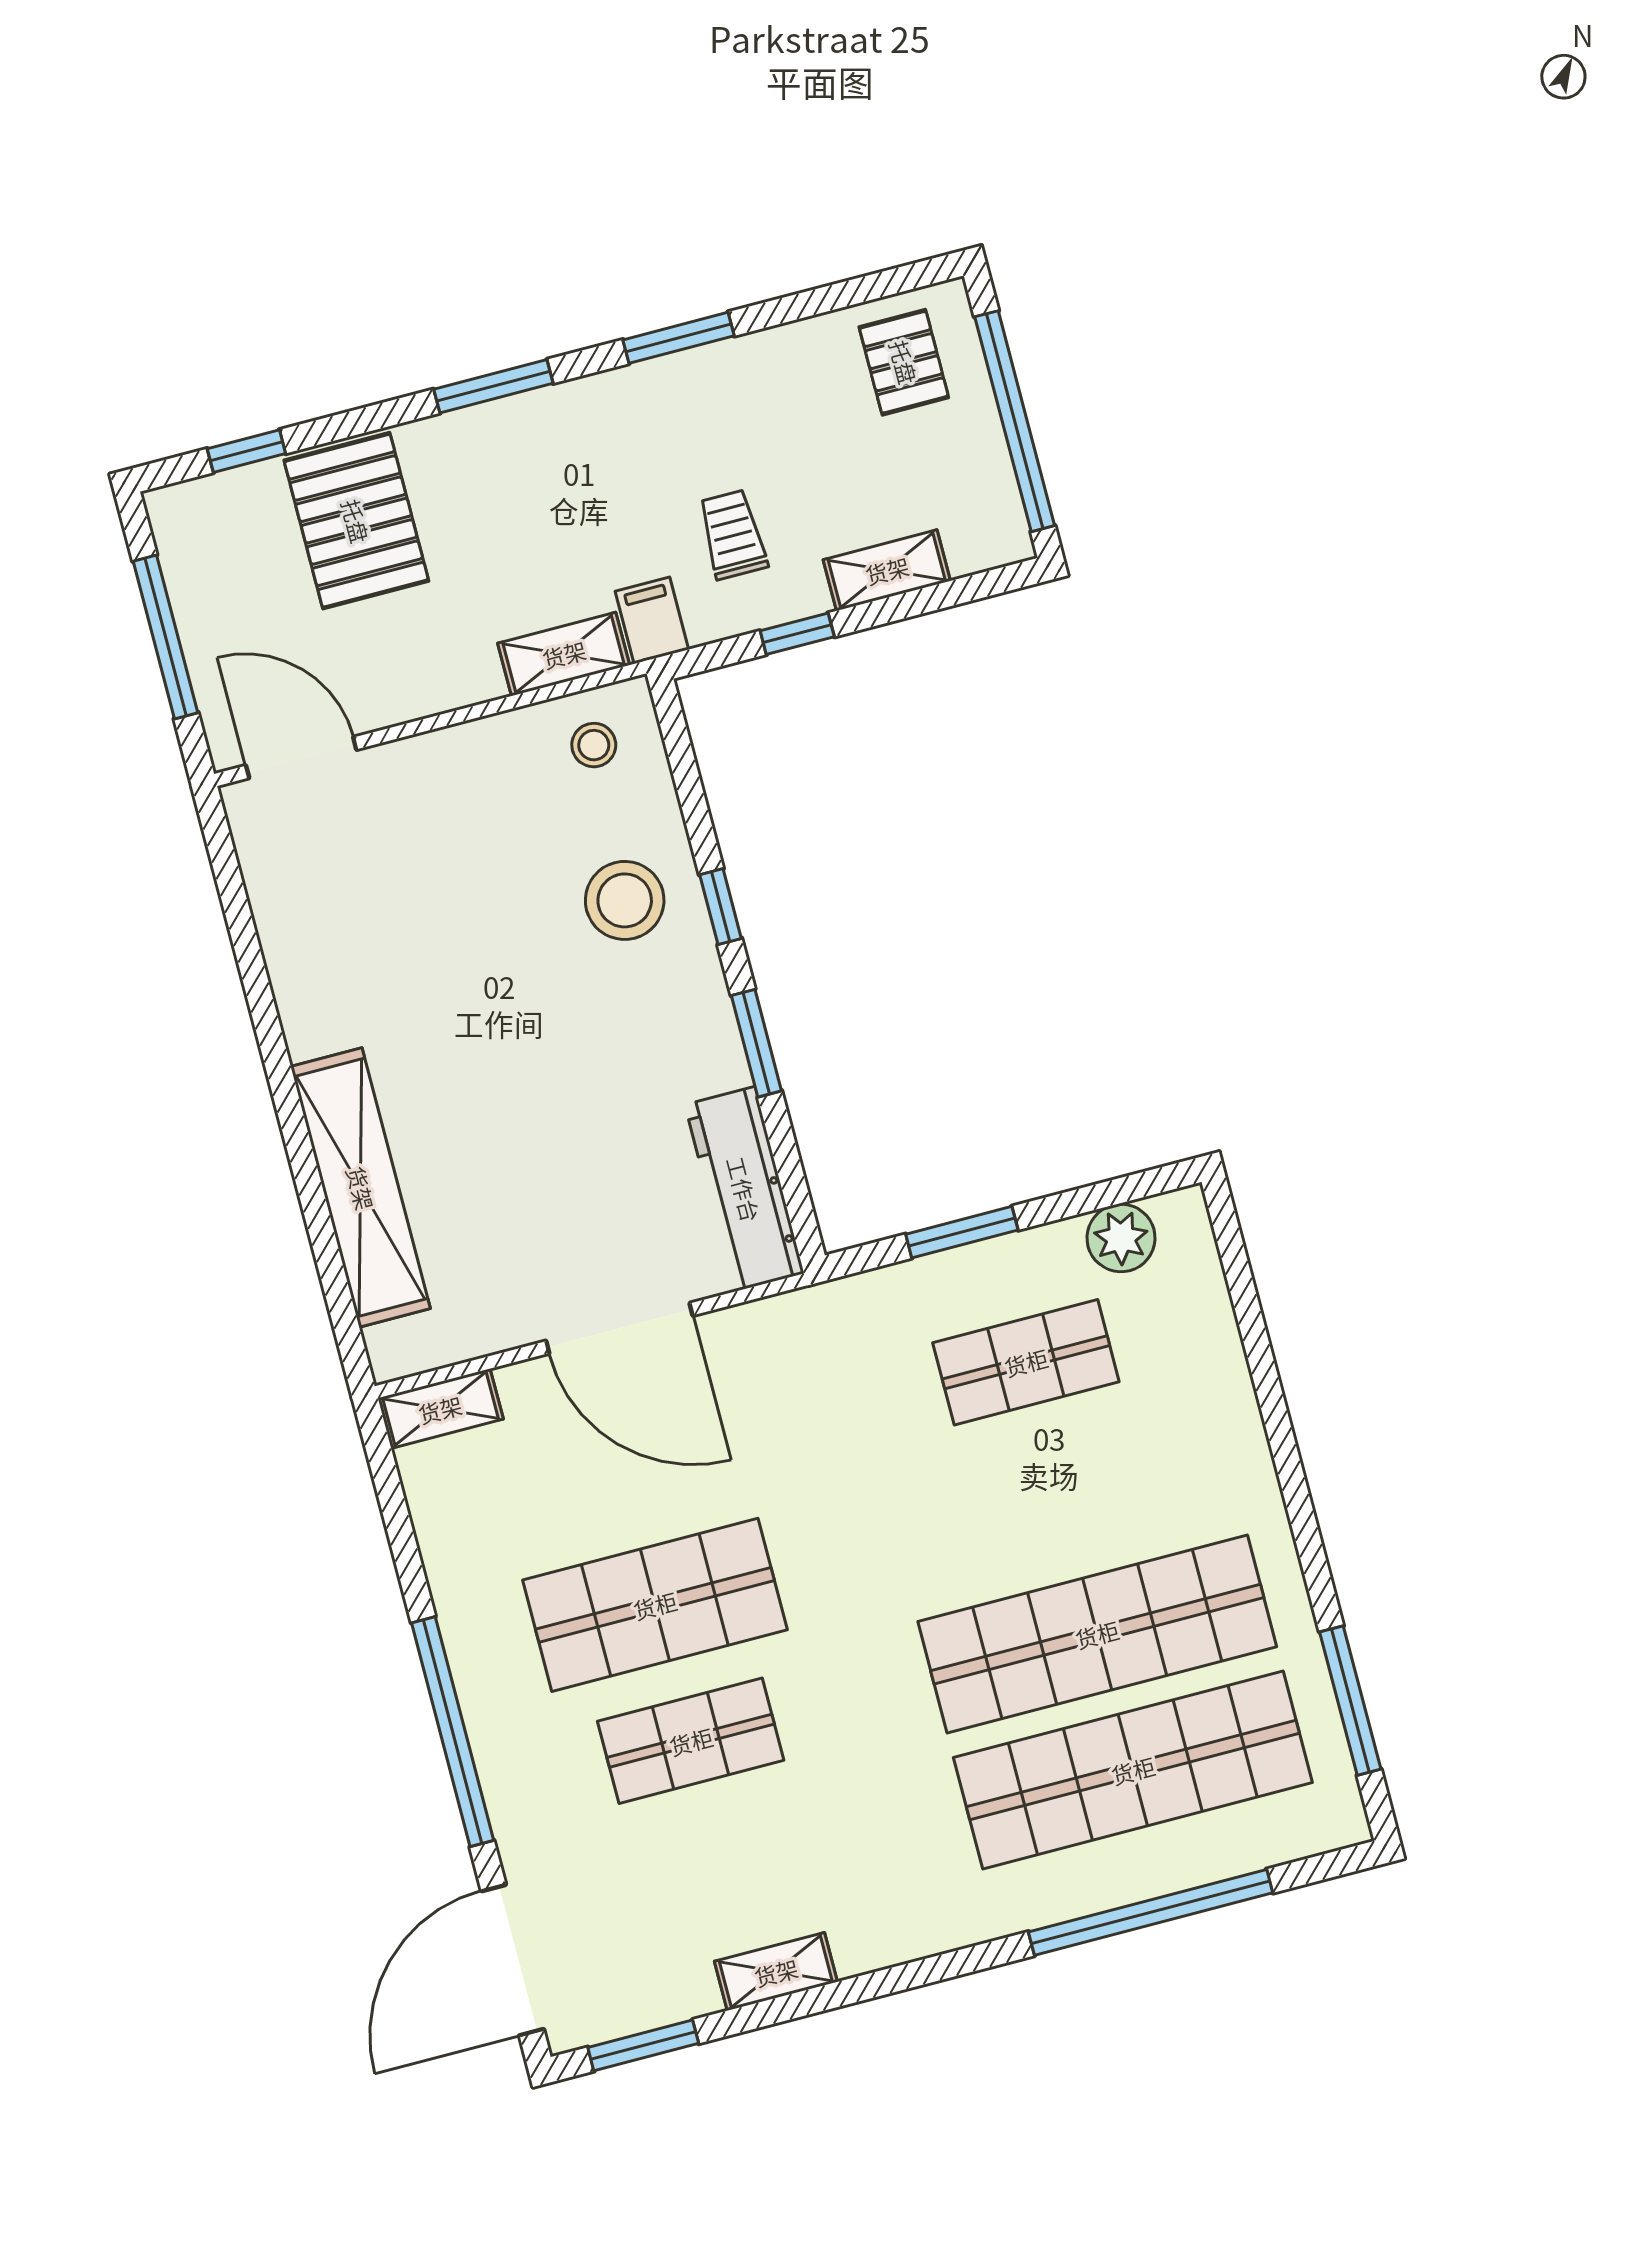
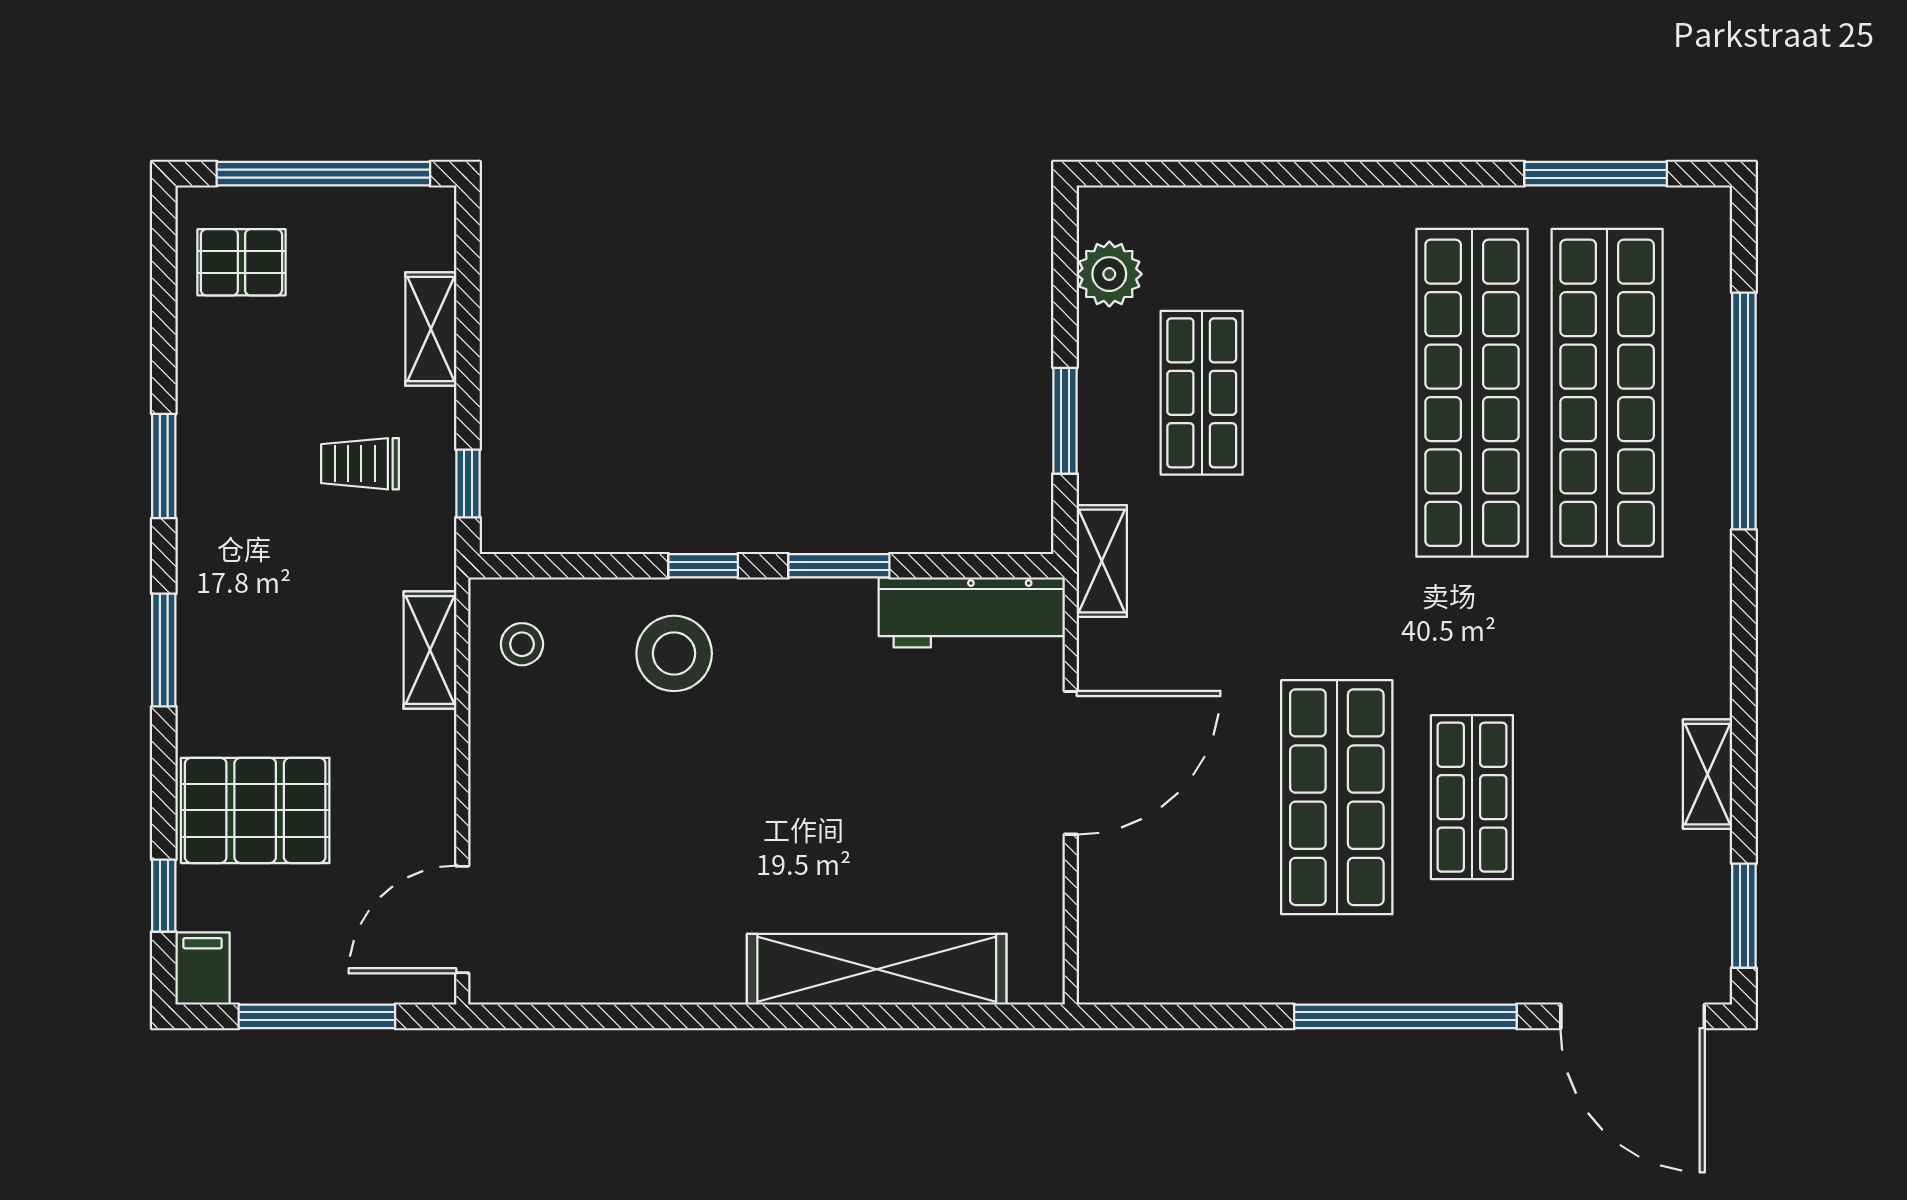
filing cabinet: (652, 620) -> (203, 969), moved, turned 90
window: (797, 634) -> (468, 484), moved
shelving: (440, 1409) -> (1102, 561), moved

